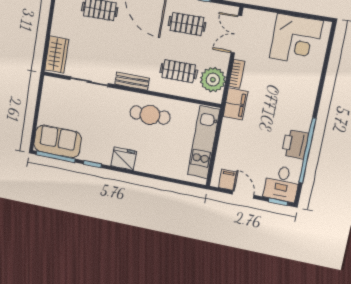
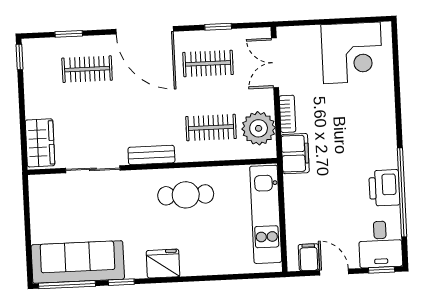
sofa: (58, 141) -> (78, 262), width x1.36

